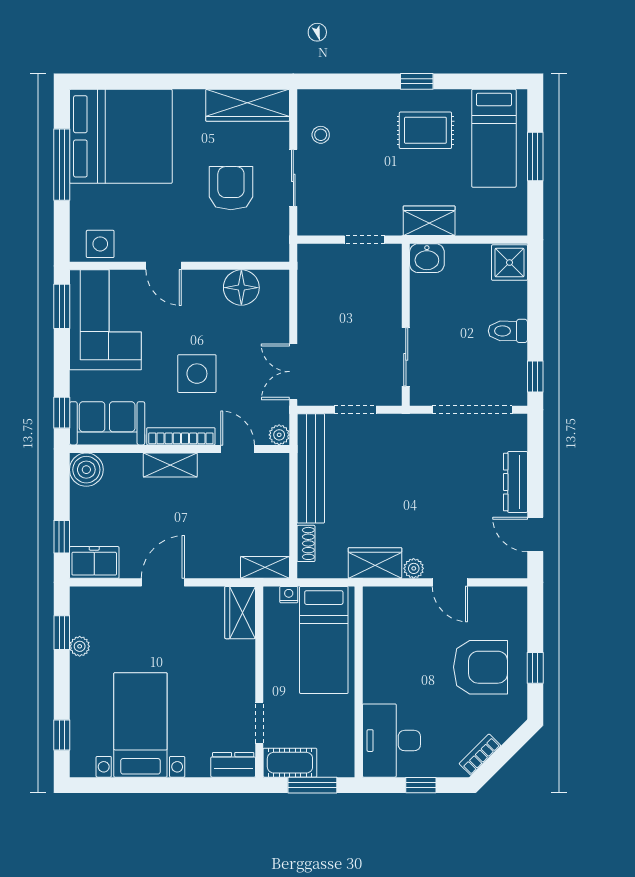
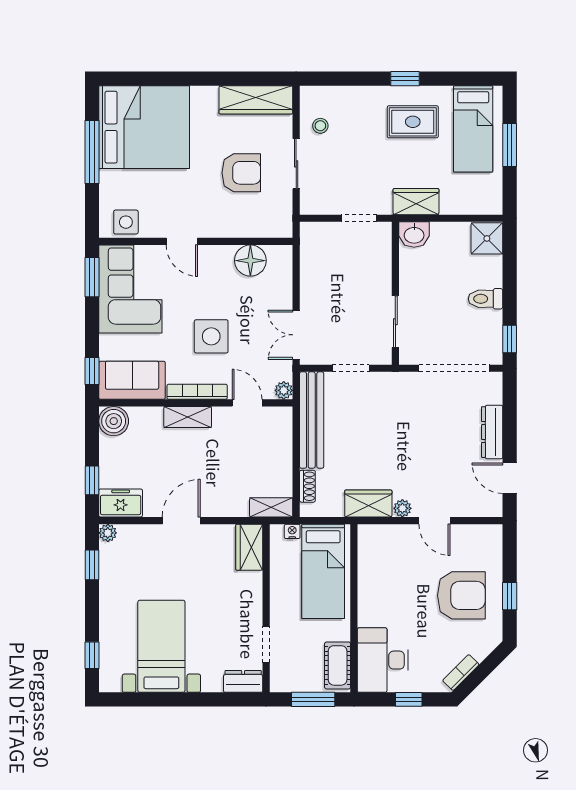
armchair: (231, 188) -> (241, 173), turned 90
plant: (80, 646) -> (108, 533), moved
cot: (290, 763) -> (338, 665), moved, turned 90

